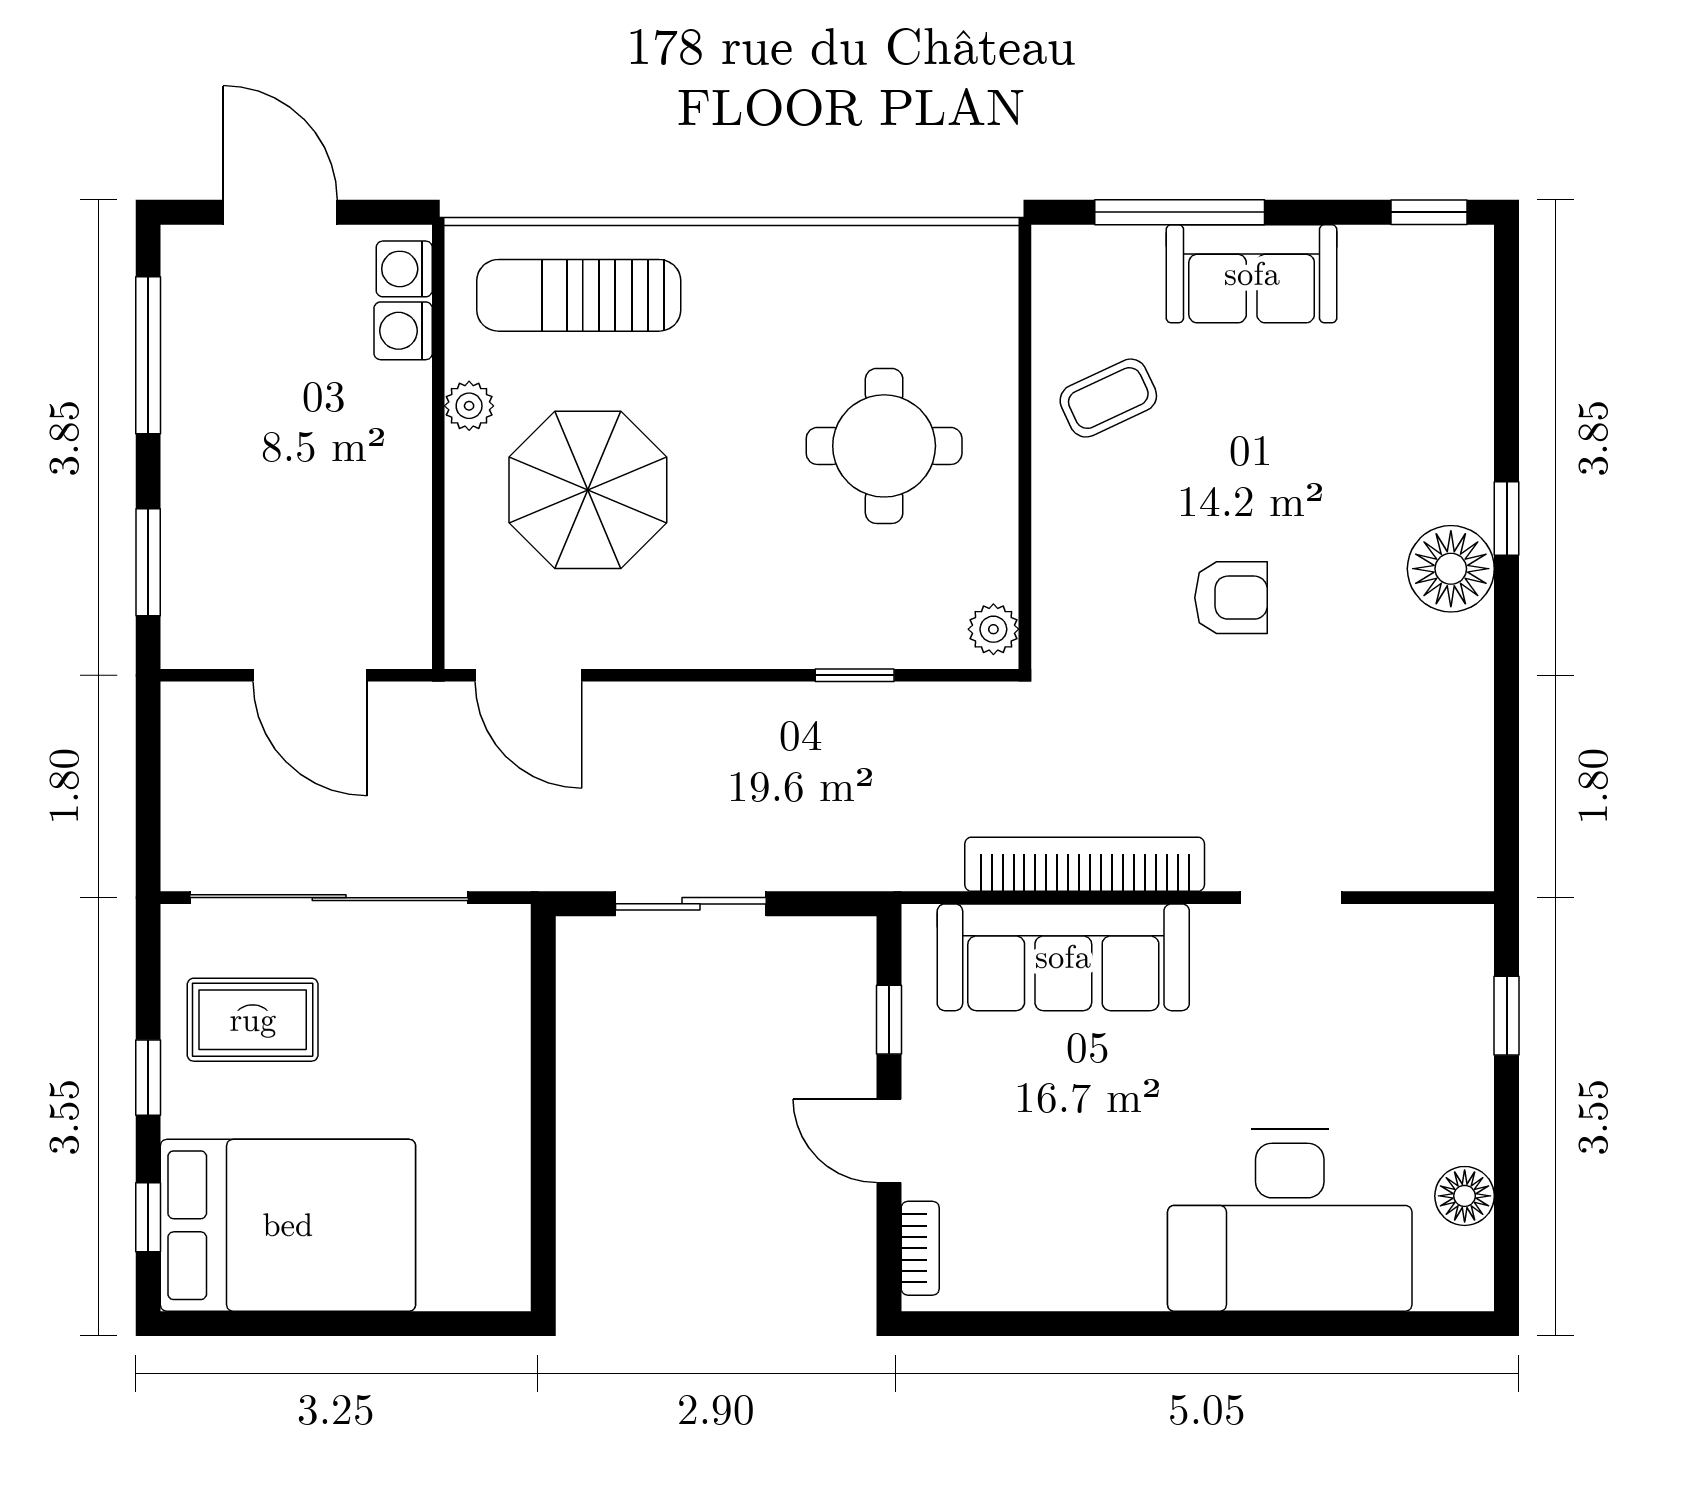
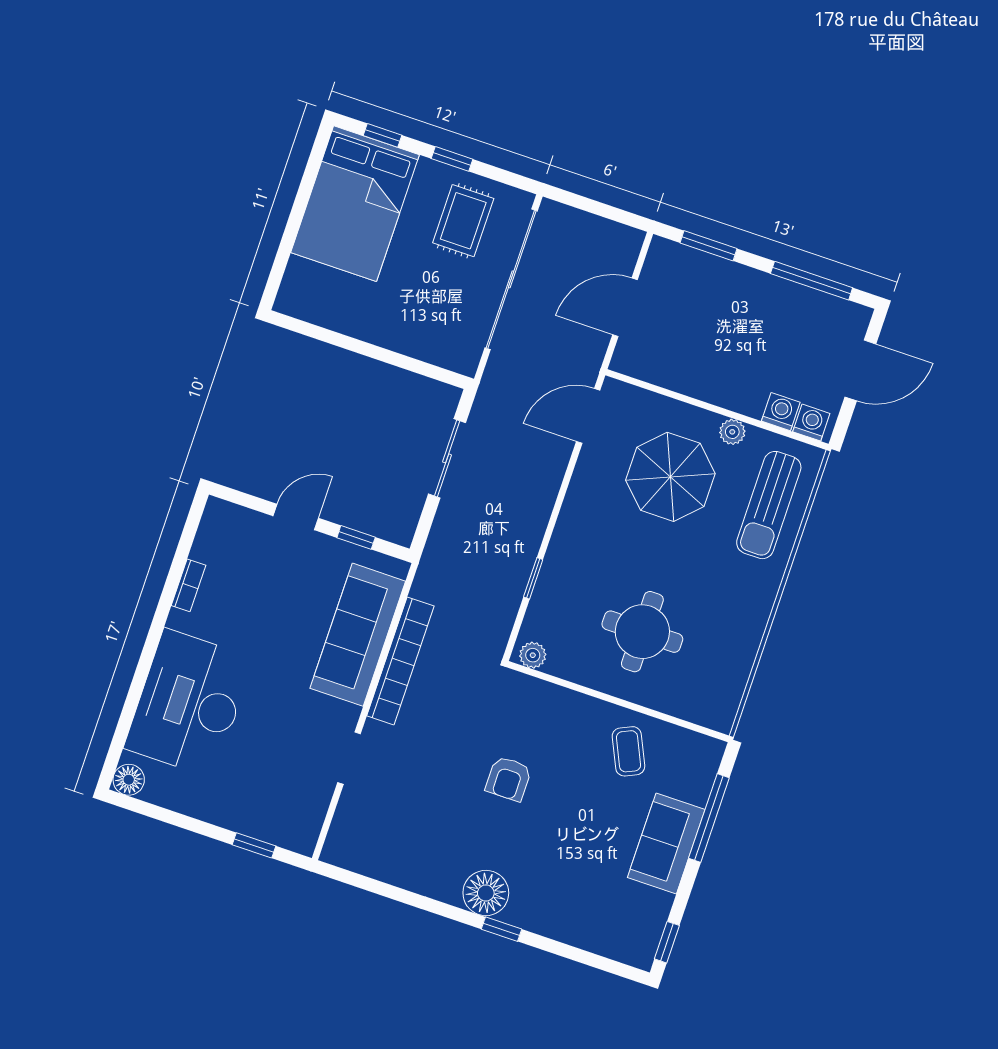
sun lounger: (579, 295) -> (769, 505), turned 180
floor lamp: (1465, 1196) -> (129, 780), moved
bookcase: (920, 1248) -> (188, 585), moved, turned -90

